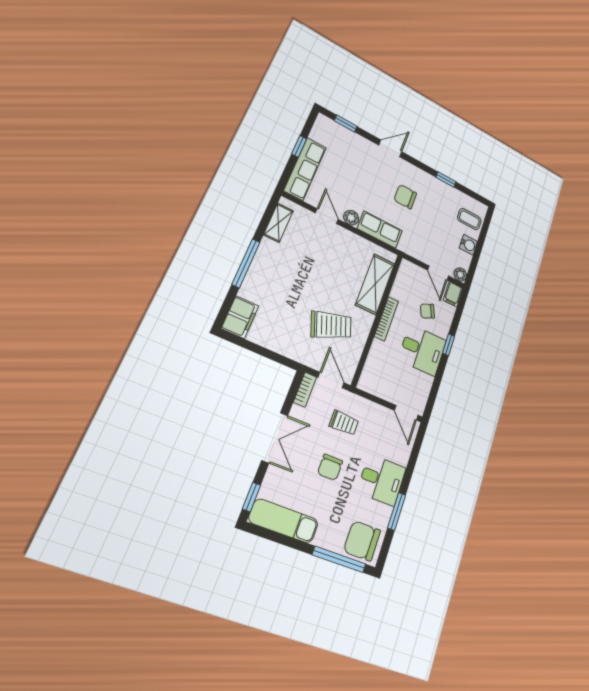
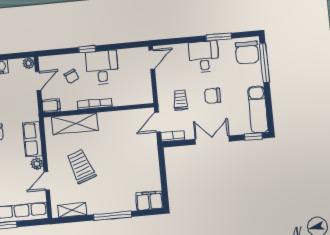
filing cabinet: (453, 294) -> (51, 106), moved
trolley: (331, 325) -> (81, 166), moved
chair: (330, 467) -> (213, 96), turned 180

